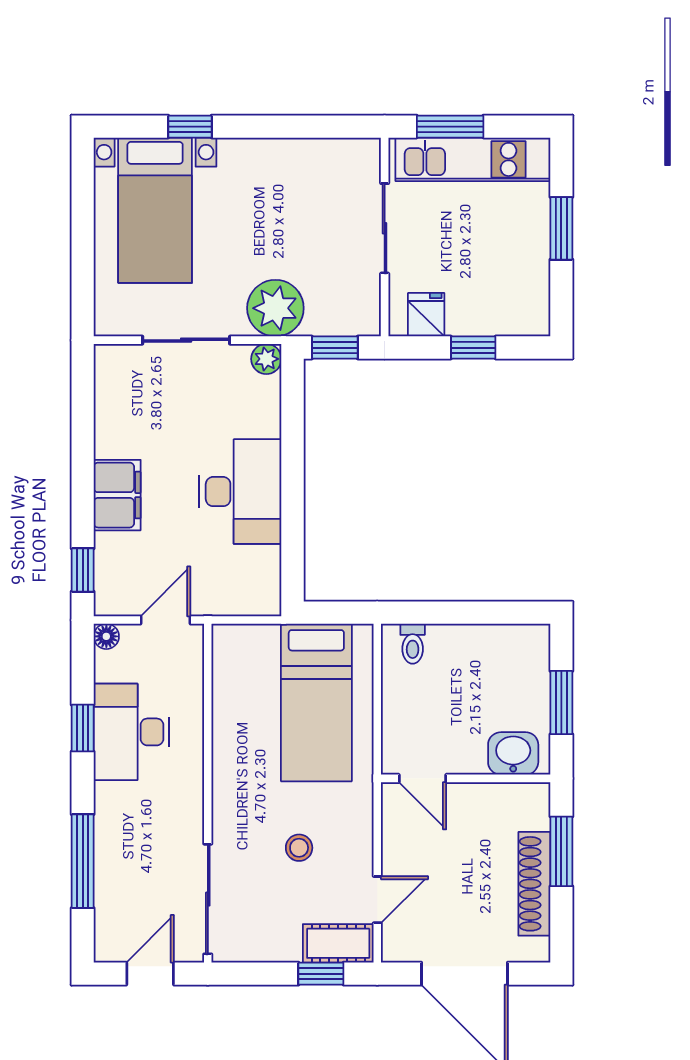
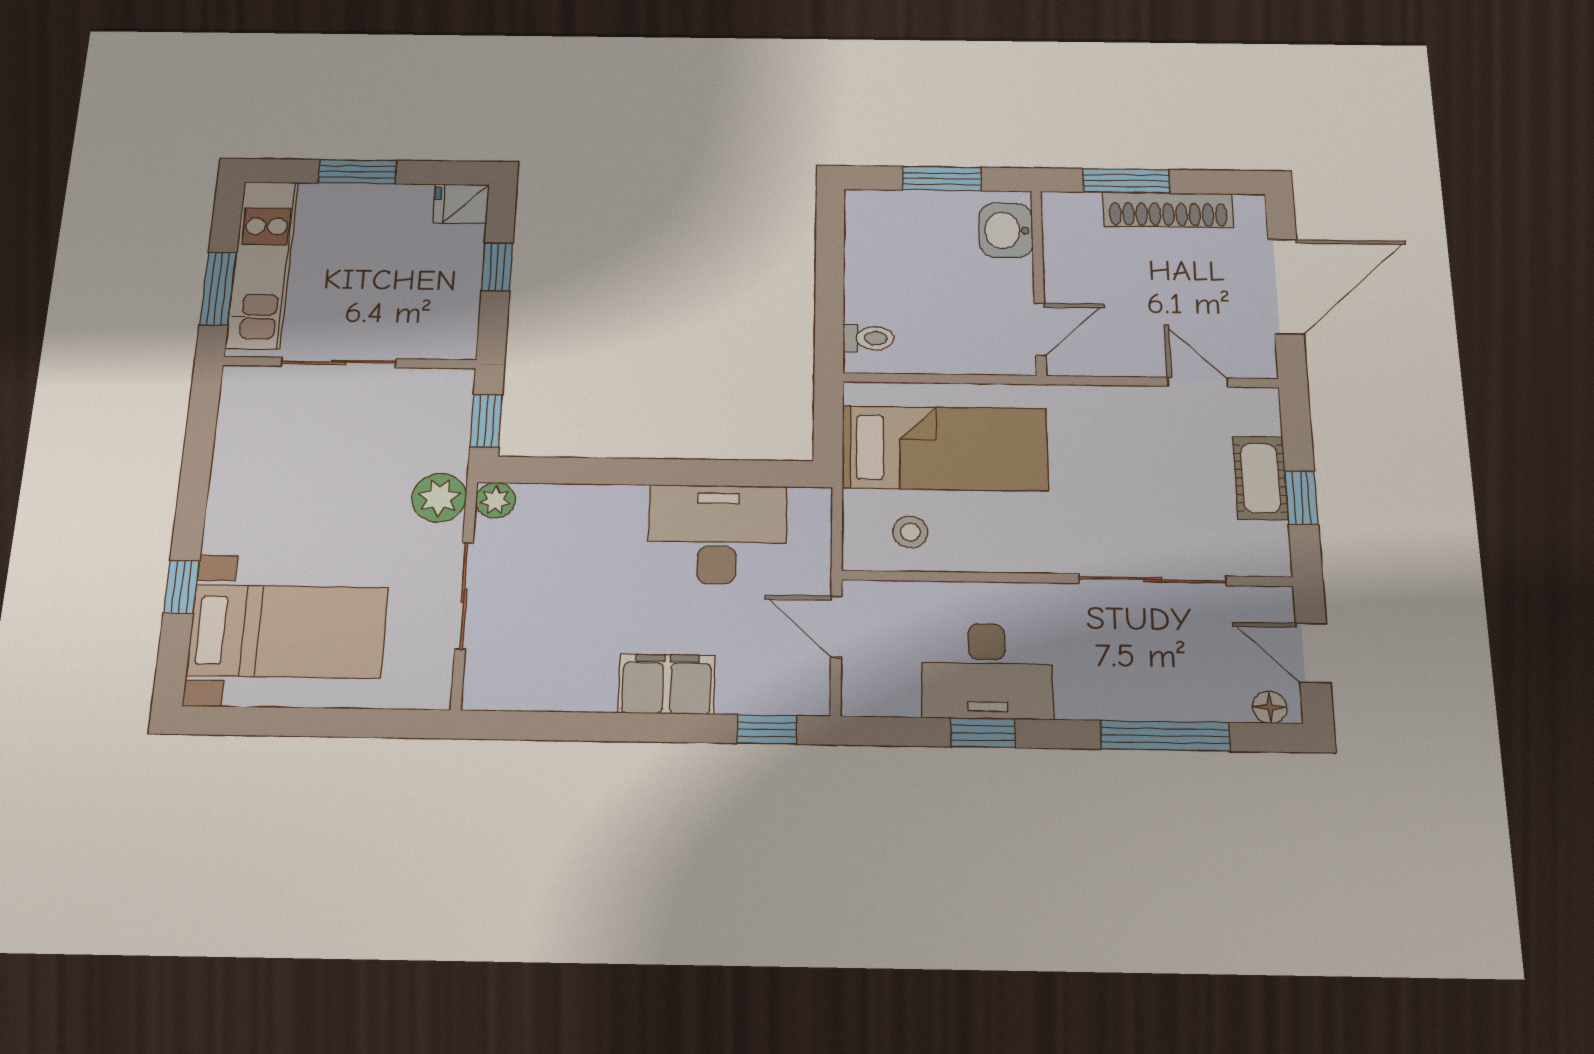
plant: (275, 308) -> (439, 498), width x0.73, depth x0.73
fridge: (426, 315) -> (461, 204), moved
desk: (240, 492) -> (717, 534), moved
floor lamp: (106, 636) -> (1270, 707), moved
stool: (299, 848) -> (910, 532), moved
sliding door: (208, 899) -> (1153, 580), moved
cot: (338, 943) -> (1260, 478), moved
window: (321, 974) -> (1302, 498), moved

